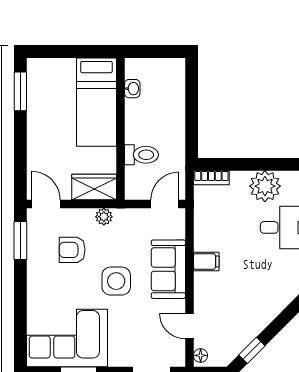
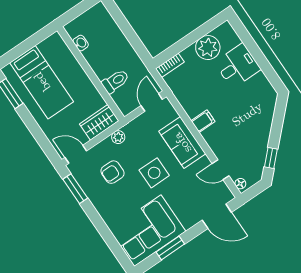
bed: (96, 102) -> (42, 82), moved

